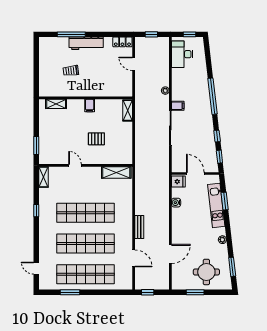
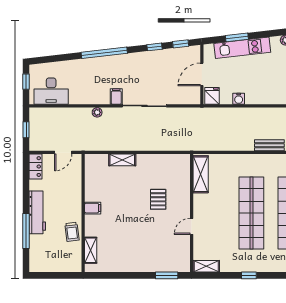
wall: (86, 98) -> (83, 213), moved
shelving: (56, 104) -> (91, 250), moved
filing cabinet: (90, 105) -> (93, 208), moved

